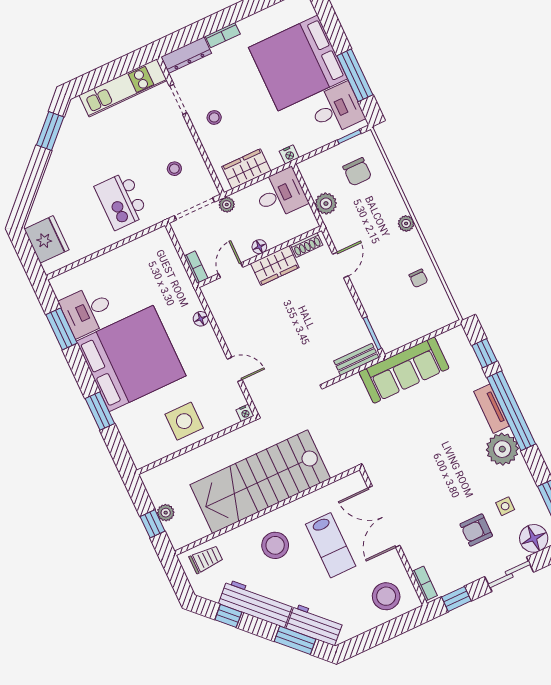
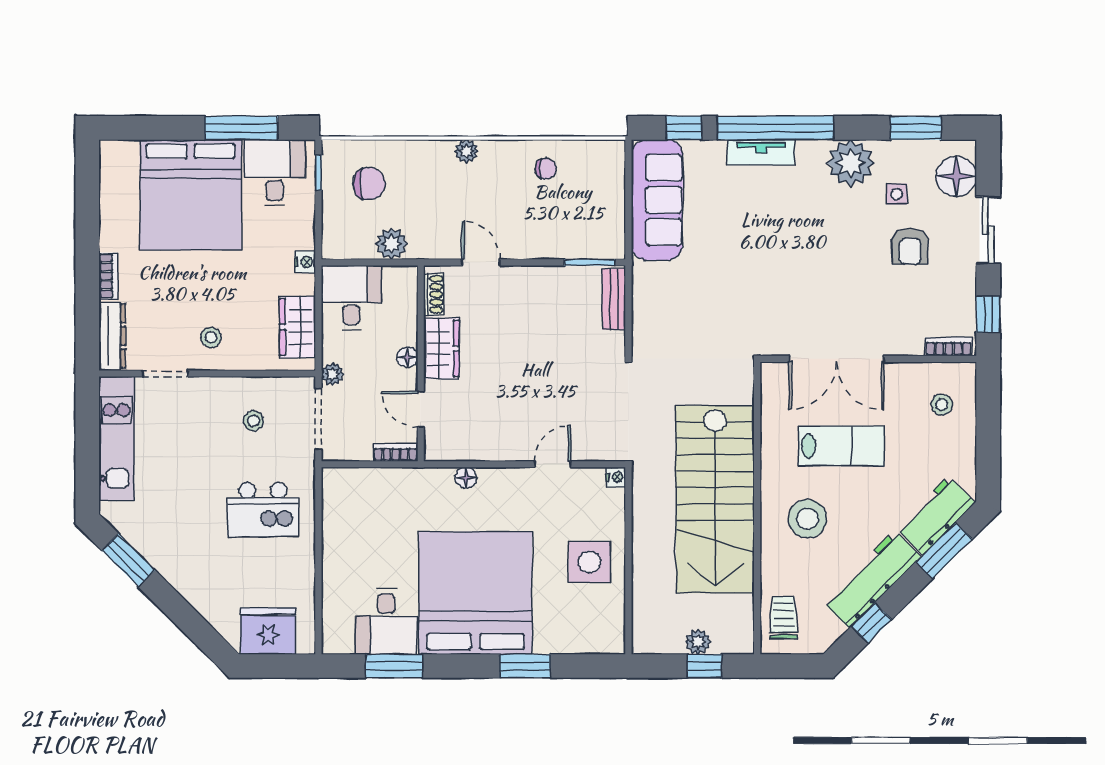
sofa: (404, 370) -> (657, 200), moved
plant: (502, 449) -> (851, 163), moved
stool: (386, 596) -> (942, 405), width x0.53, depth x0.53

